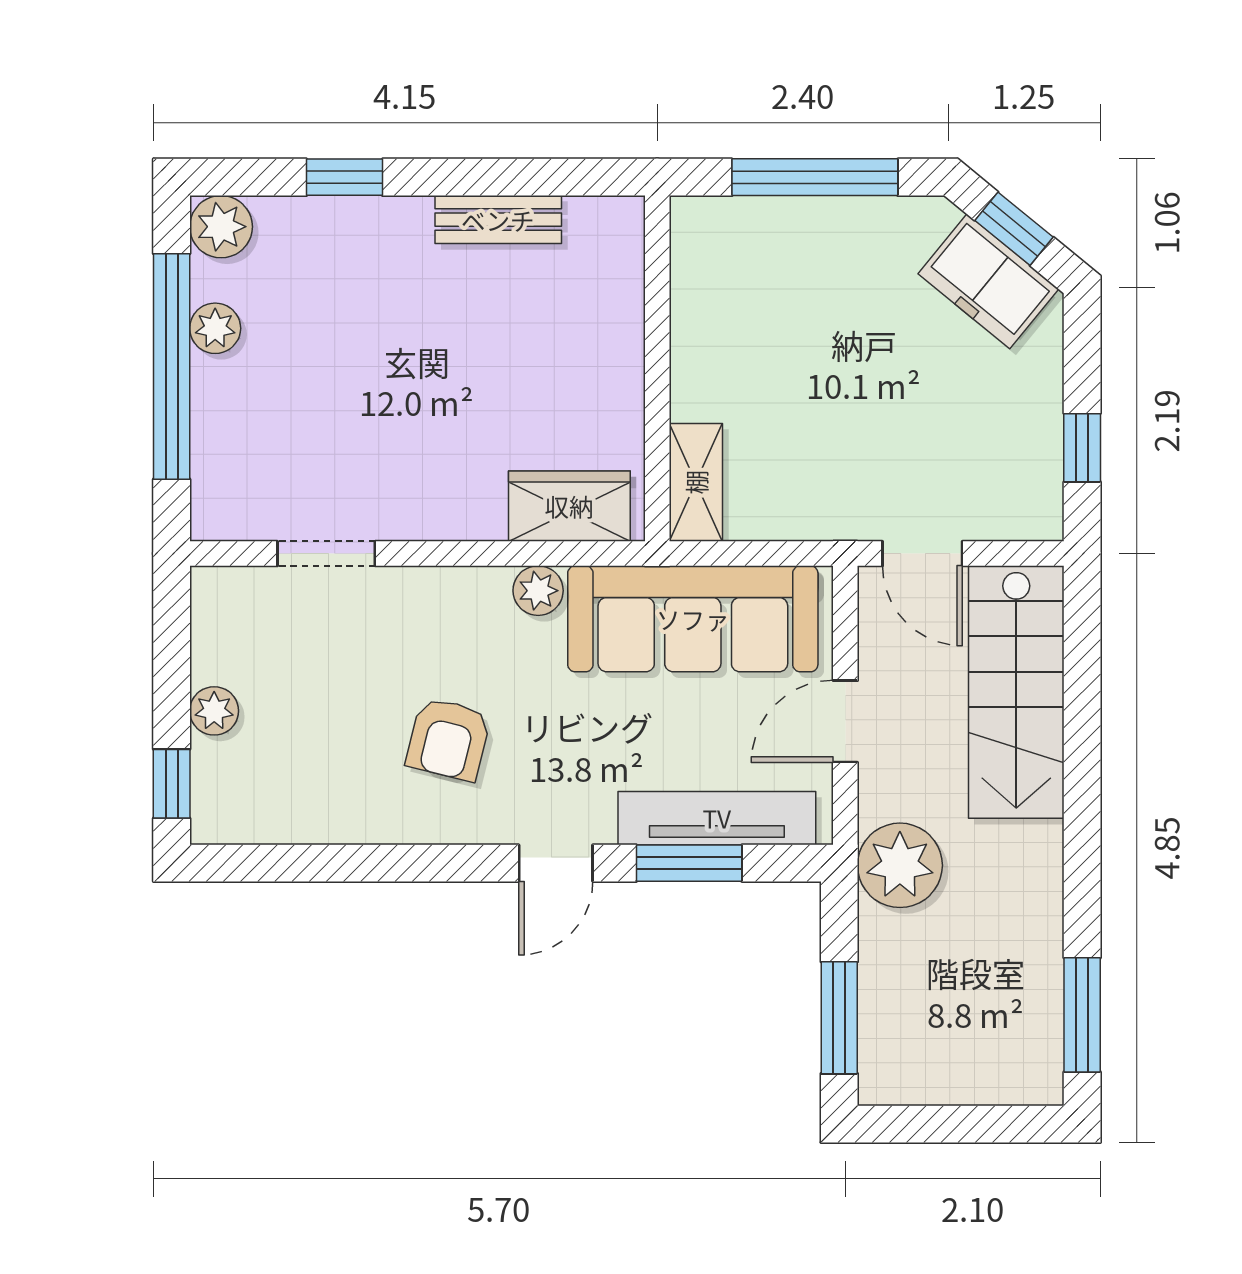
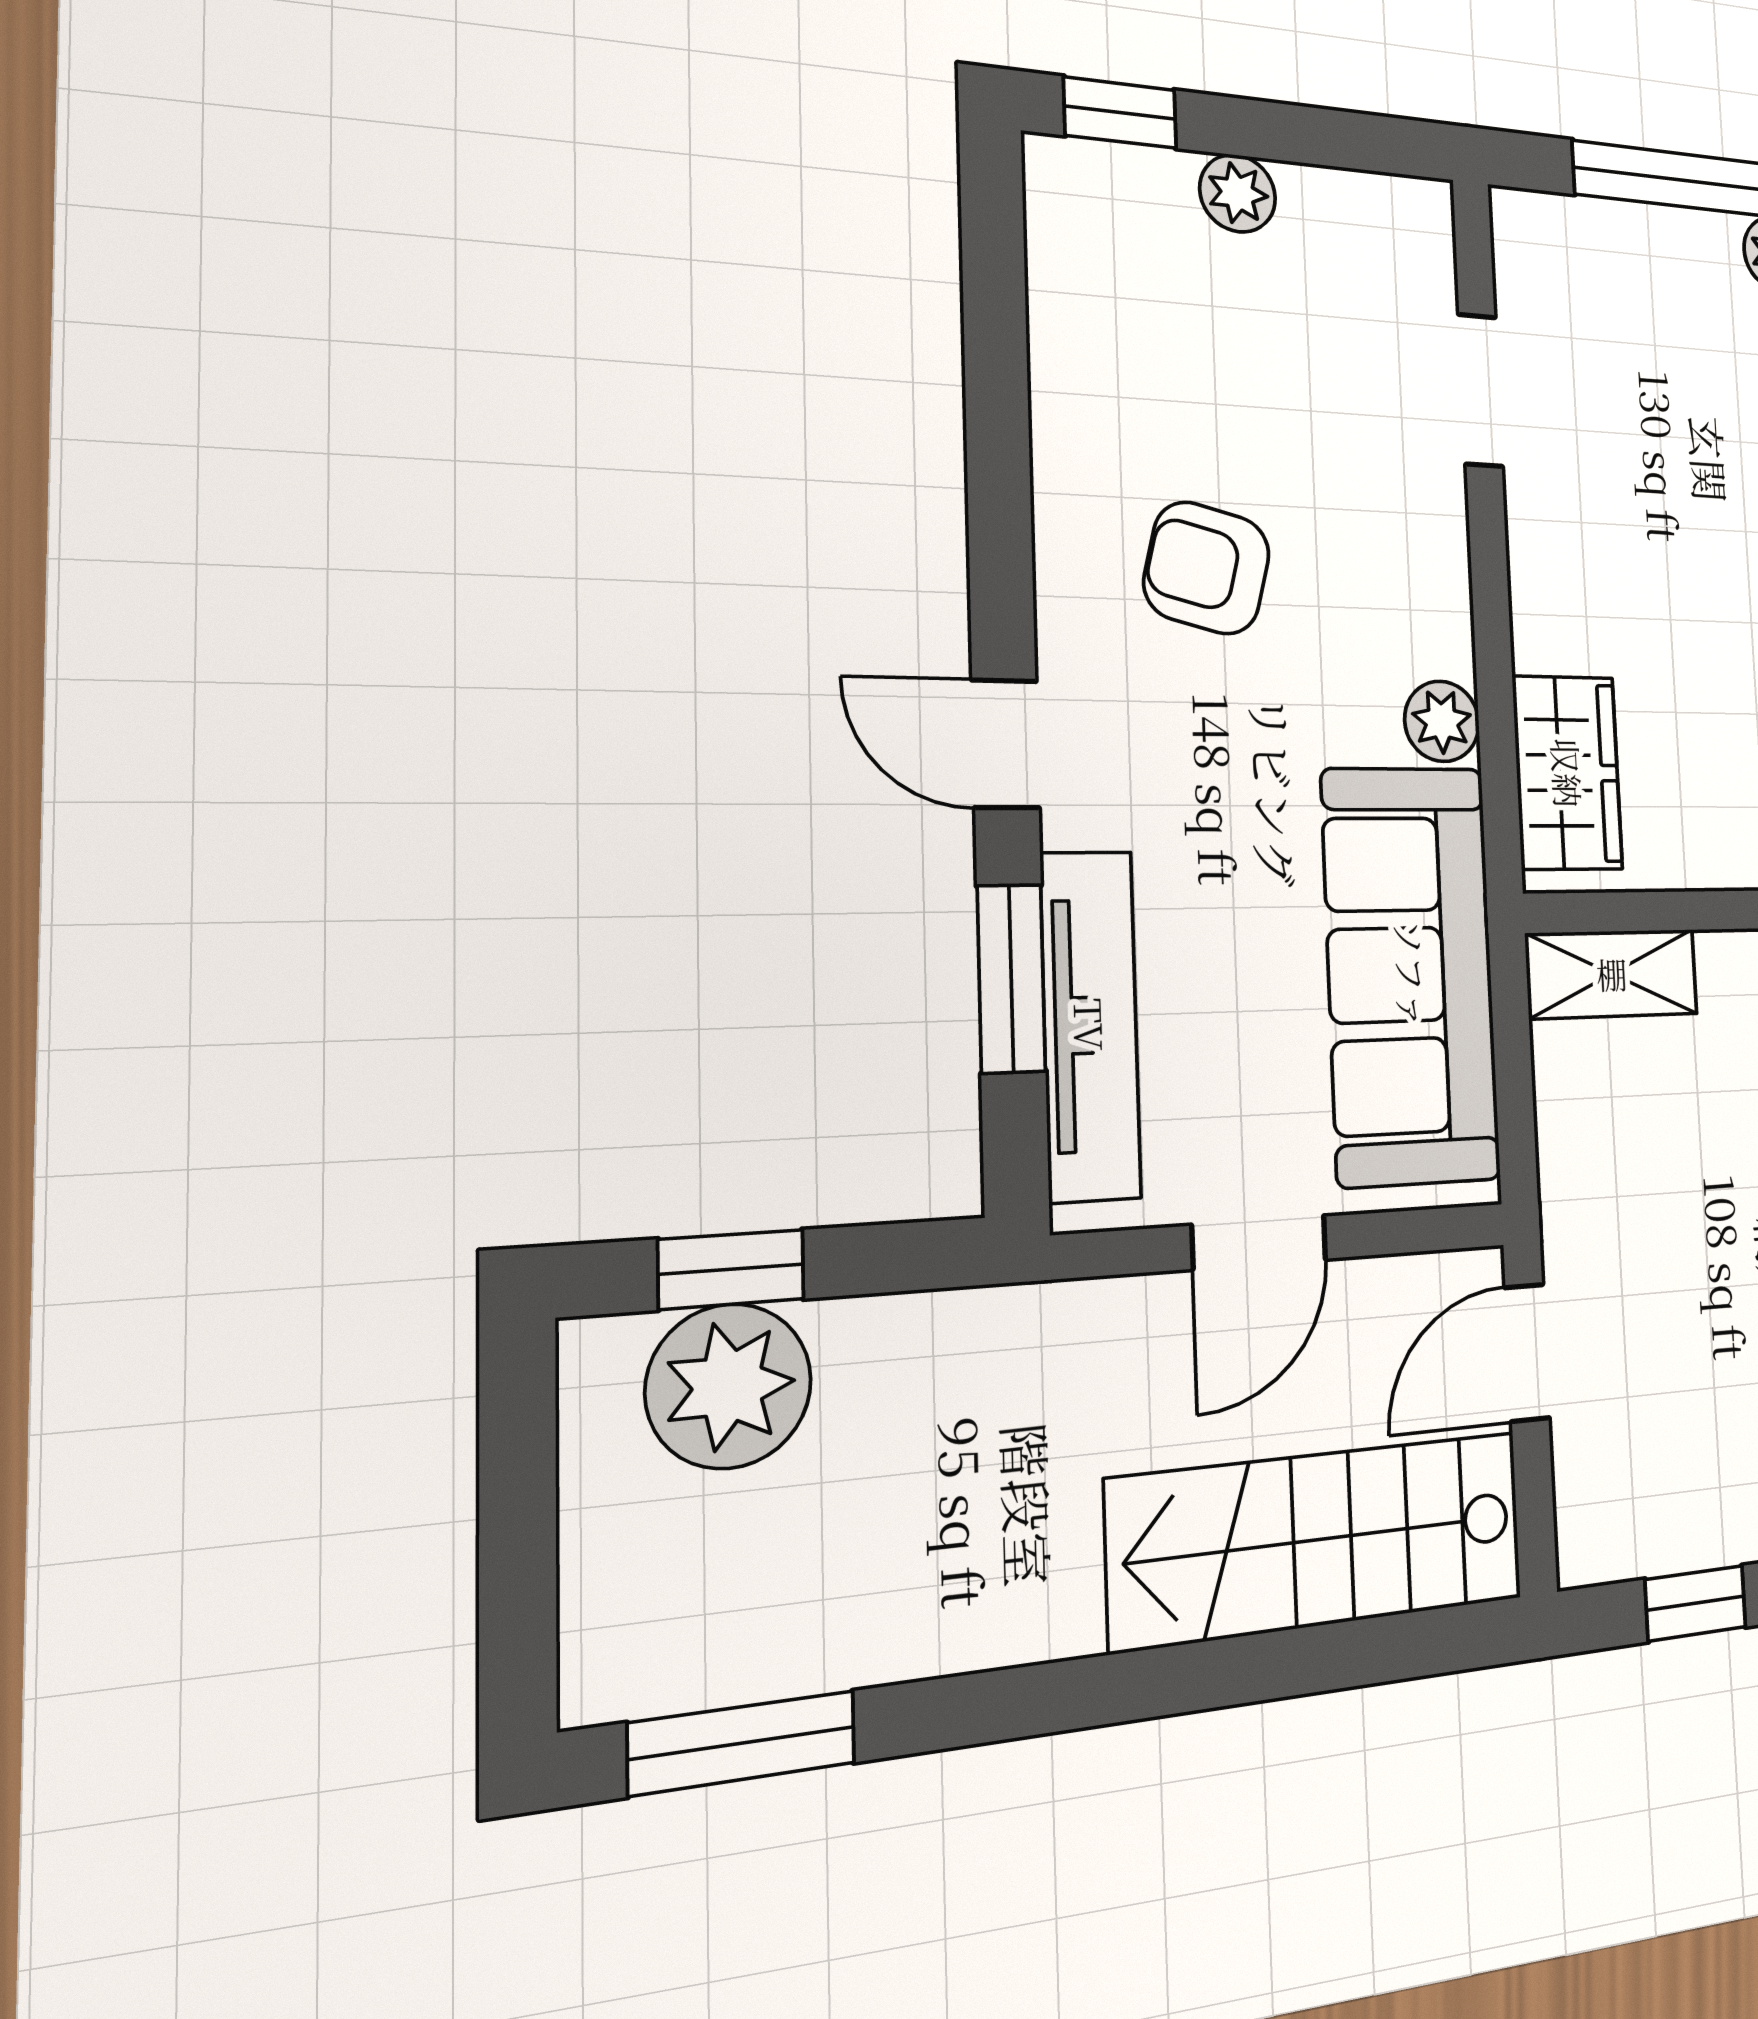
door: (845, 721) -> (1259, 1242), swing flipped
plant: (900, 865) -> (729, 1386), moved
window: (839, 1018) -> (731, 1269), width x0.67

